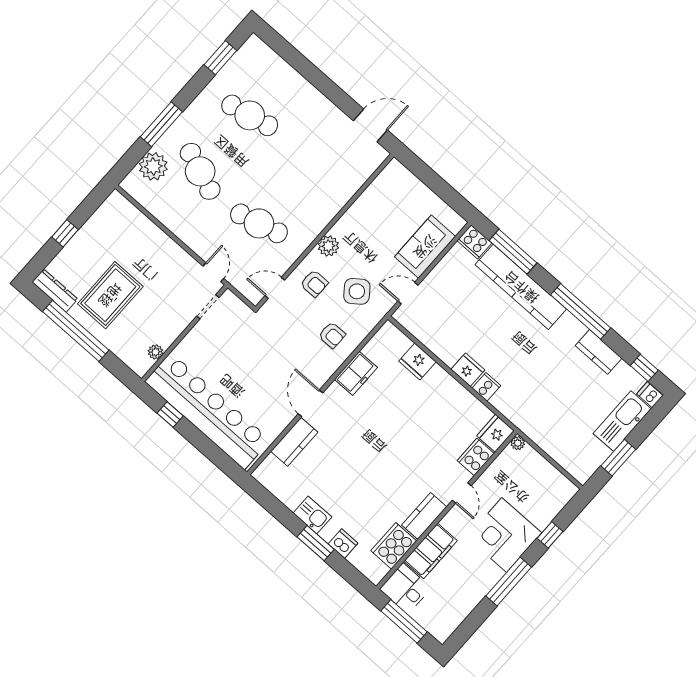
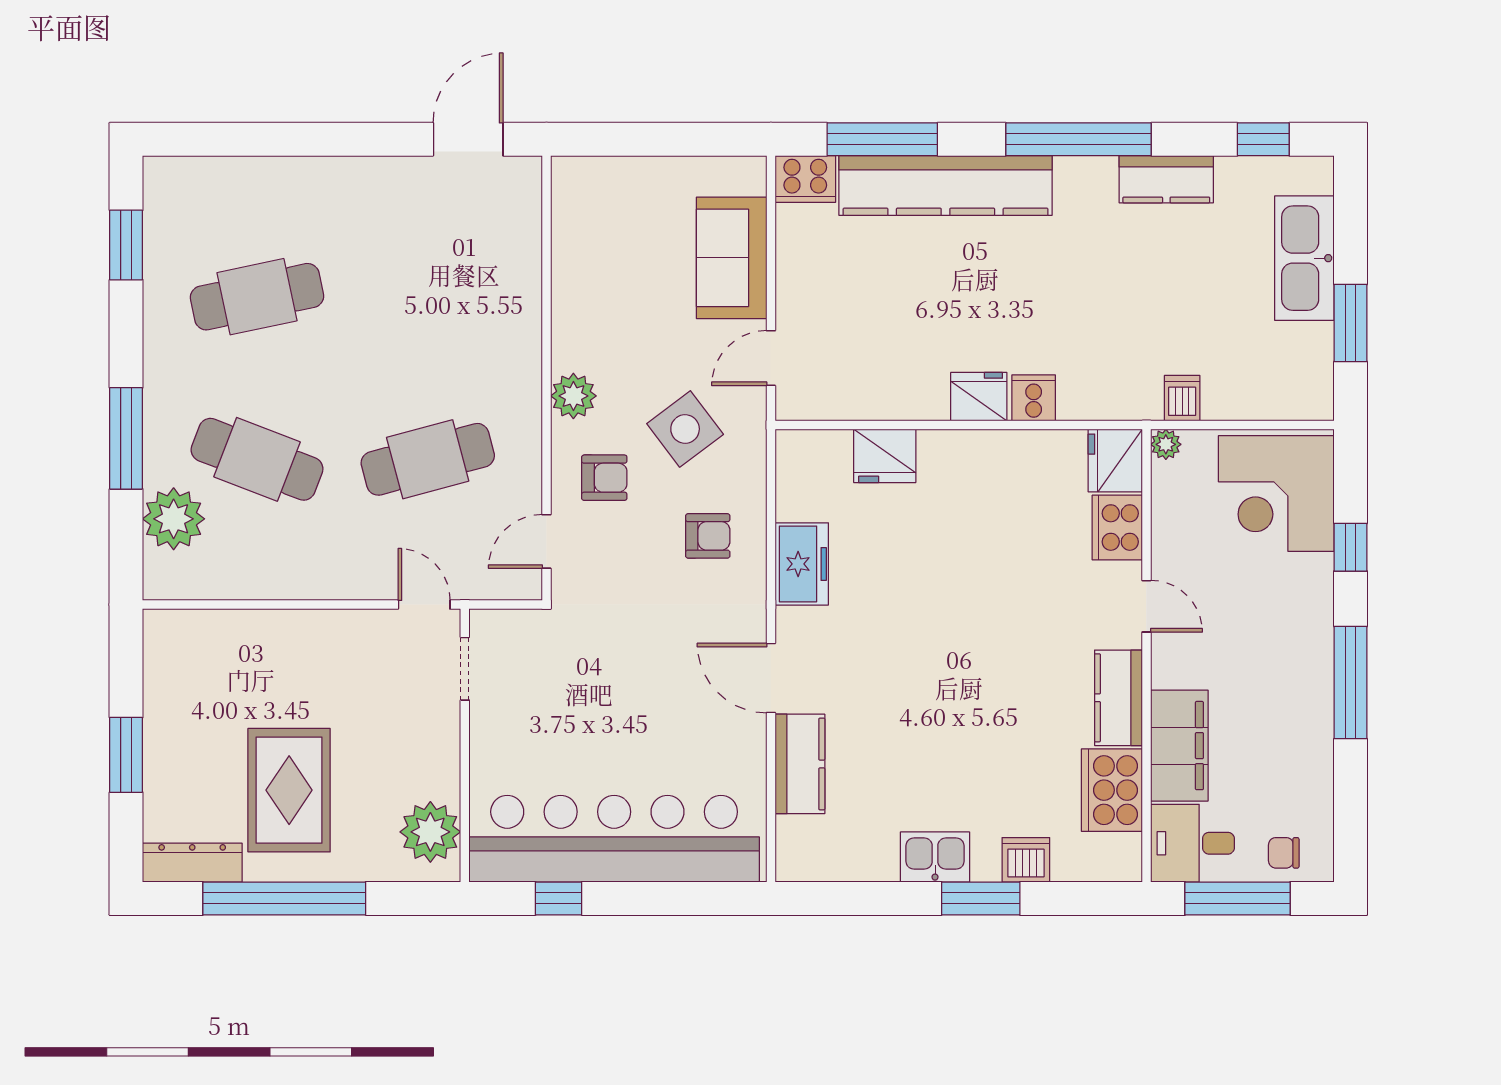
window: (65, 233) -> (126, 755), width x1.50
plant: (156, 352) -> (430, 832), width x1.88, depth x1.88
dishwasher: (650, 395) -> (1182, 398), moved, turned 90
corner desk: (504, 535) -> (1276, 493), moved
chair: (434, 620) -> (1284, 853), added

